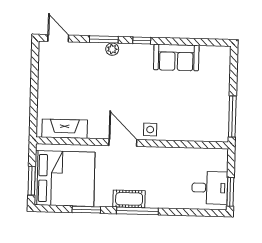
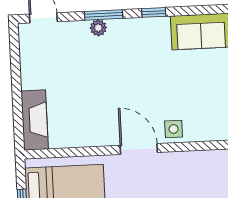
plant: (112, 49) -> (98, 28), moved
fireplace: (65, 129) -> (35, 120), moved, turned 90

